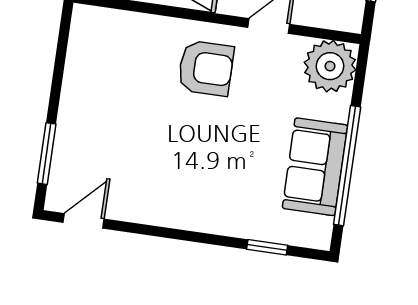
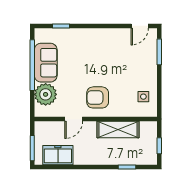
side table: (99, 55) -> (143, 97), added
plant: (330, 66) -> (46, 94), moved

